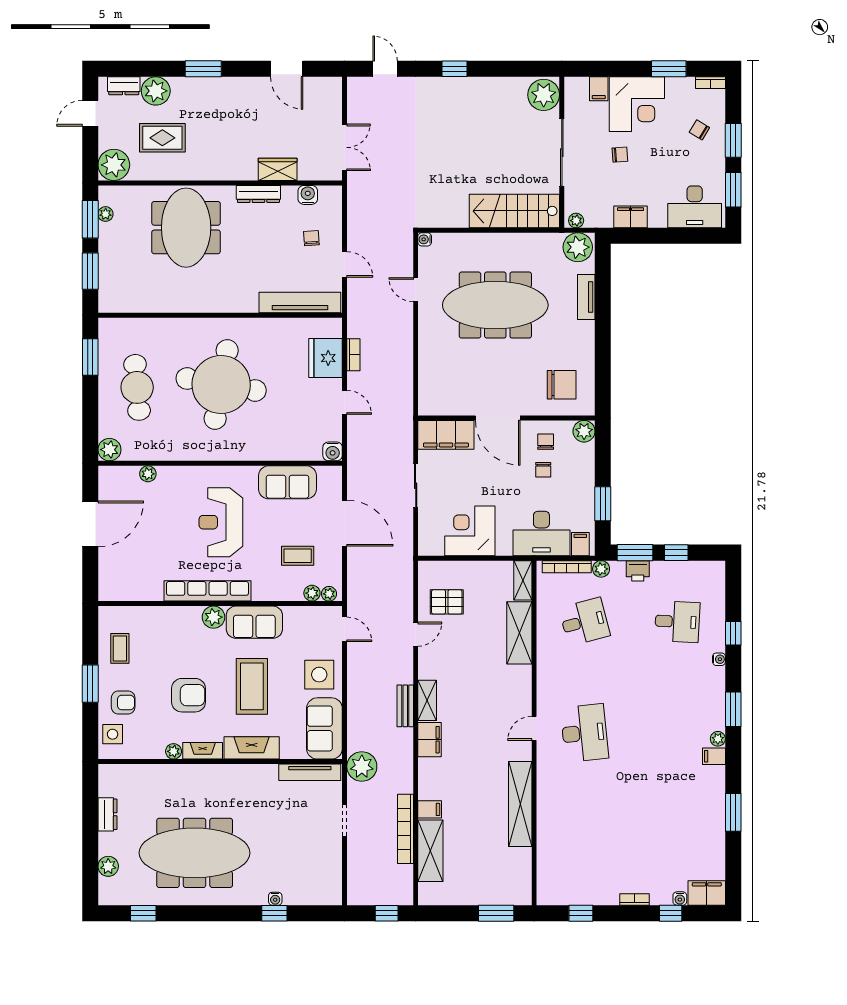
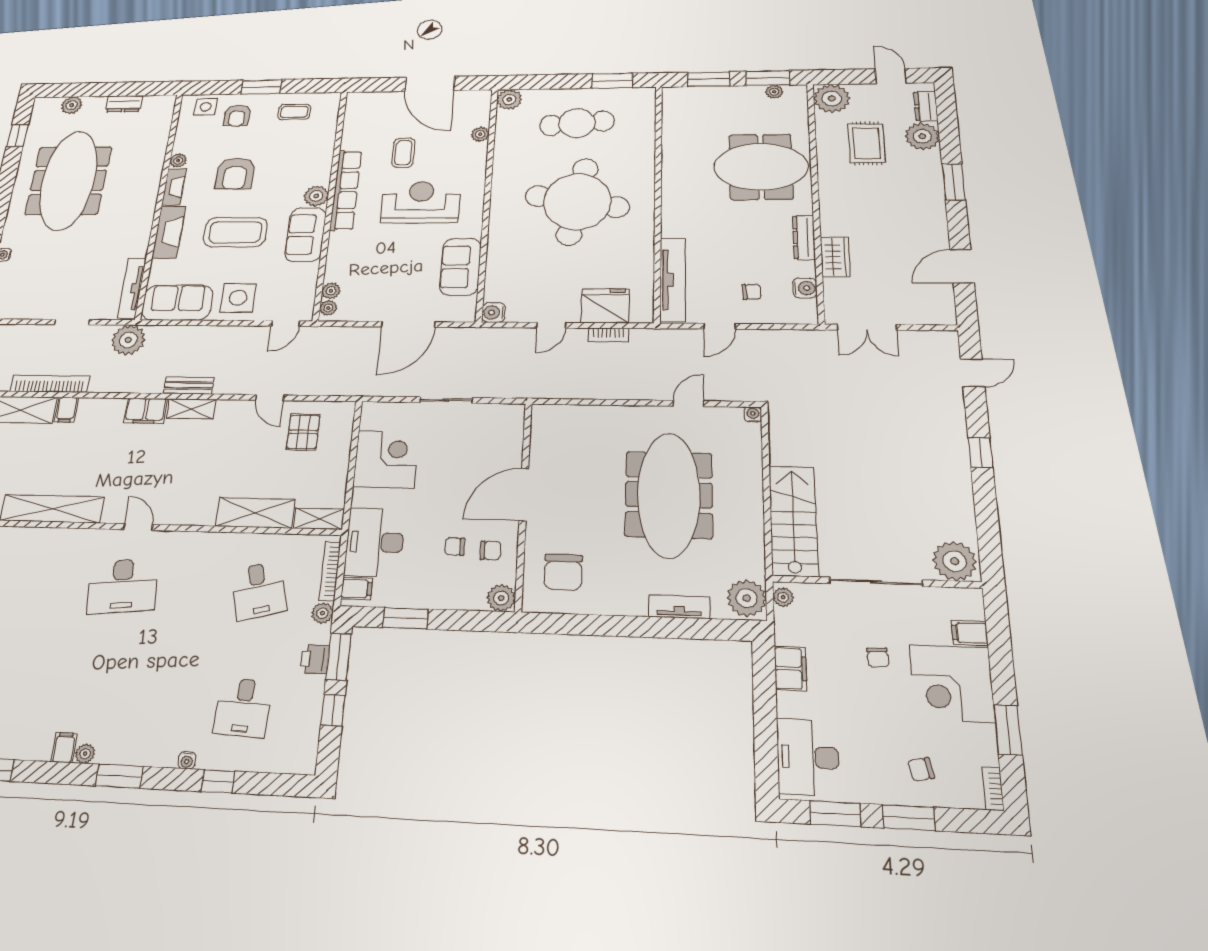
chair: (699, 130) -> (921, 769), turned -133
filing cabinet: (446, 435) -> (506, 435), removed
coffee table: (298, 556) -> (403, 153), moved

